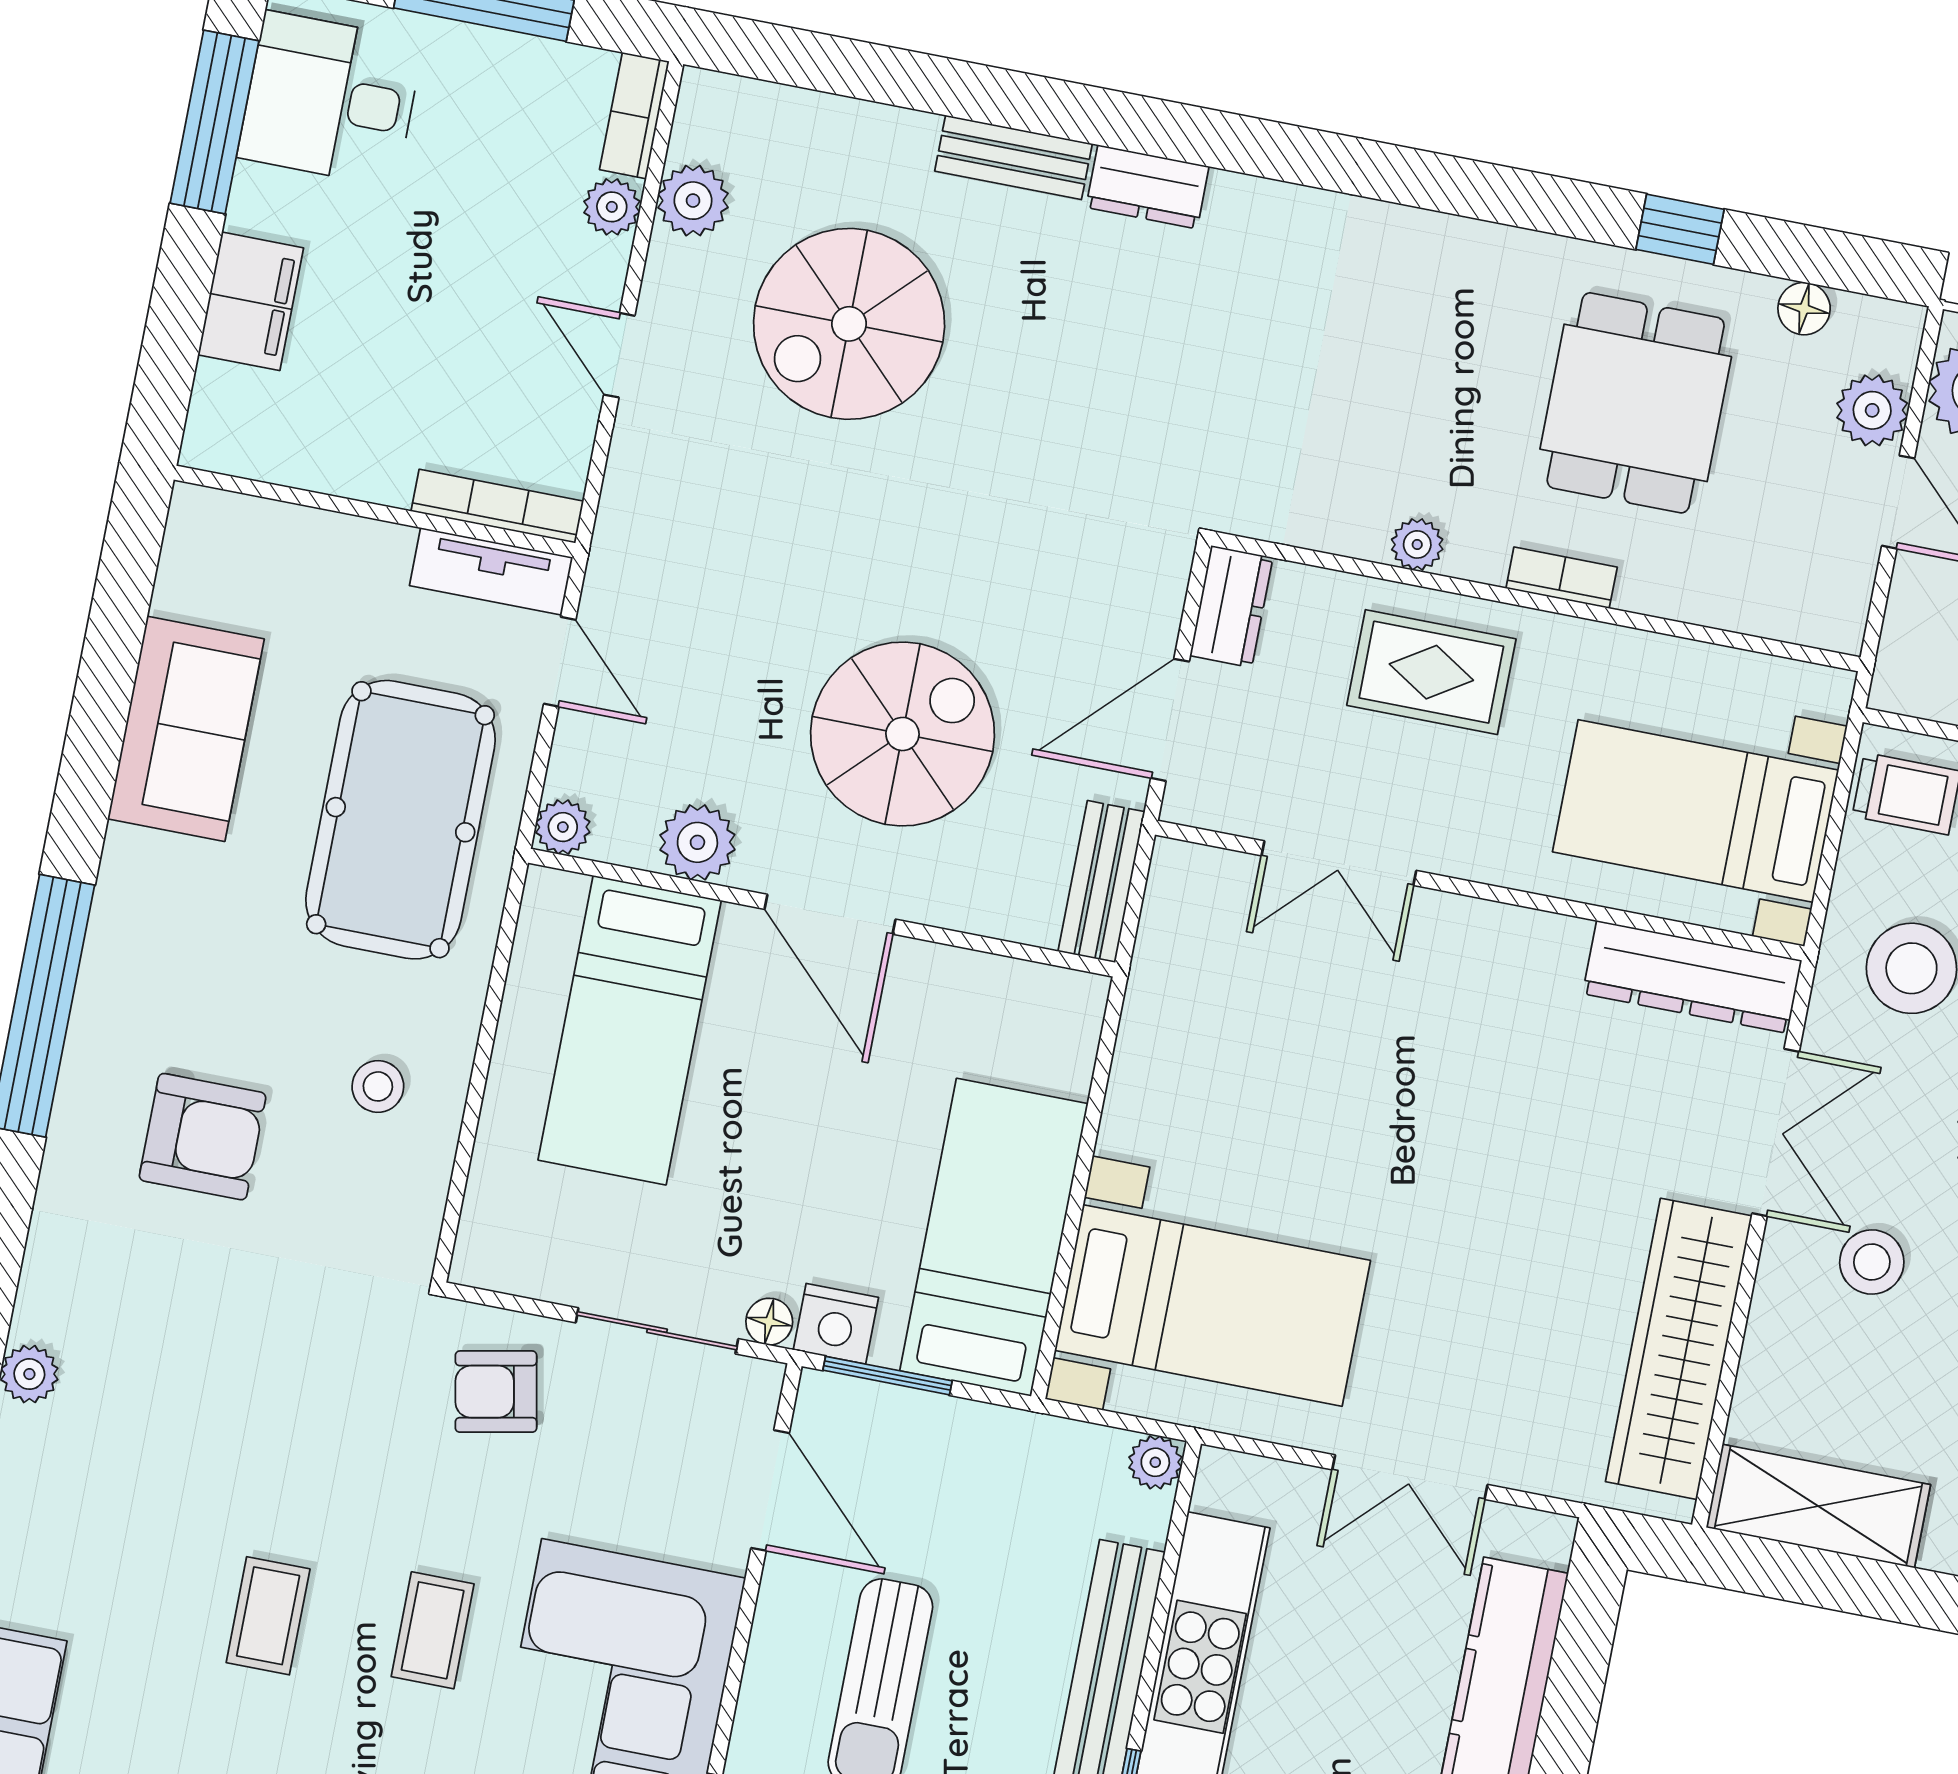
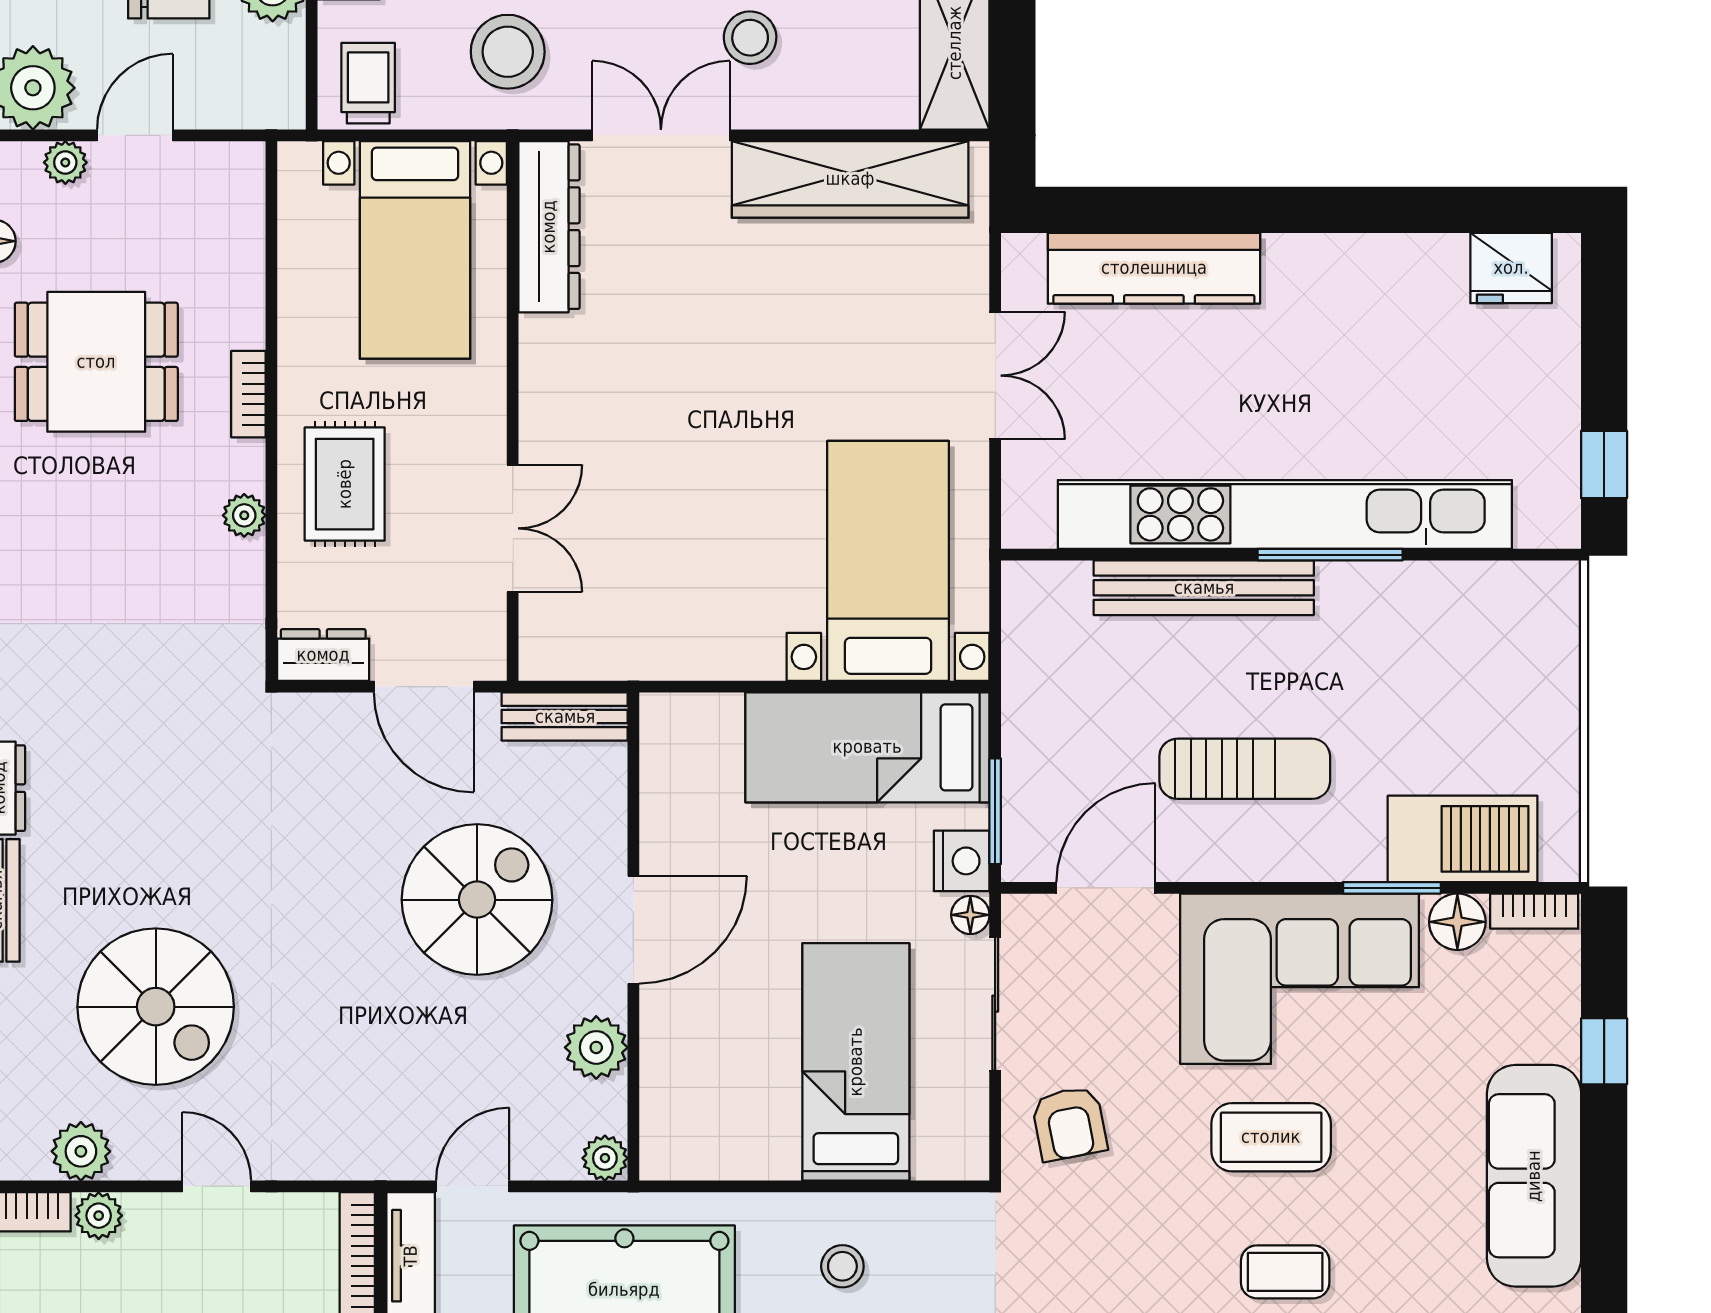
door: (619, 355) -> (217, 1186), swing flipped
plant: (1872, 410) -> (65, 162), width x0.73, depth x0.73
spiral stairs: (902, 734) -> (477, 900), turned 90
bed: (630, 1030) -> (856, 1062), moved, turned -90
plant: (1155, 1462) -> (1023, 582), removed
coffee table: (433, 1630) -> (1271, 1137), width x1.36, depth x1.30

